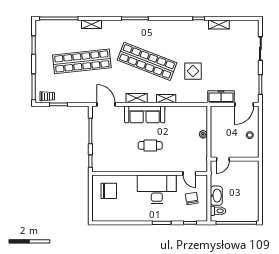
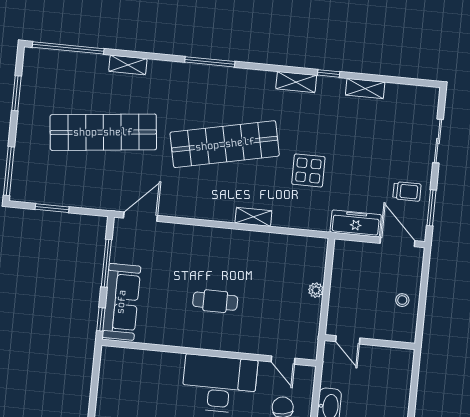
shop shelf: (147, 61) -> (225, 144), turned -33
trolley: (47, 96) -> (407, 191), moved
shelving: (137, 98) -> (296, 82), moved
door: (106, 104) -> (140, 217), hinge flipped
door: (244, 104) -> (397, 242), swing flipped
sofa: (145, 114) -> (121, 302), moved, turned -90
door: (223, 159) -> (348, 340), hinge flipped
chair: (109, 191) -> (130, 378), removed

